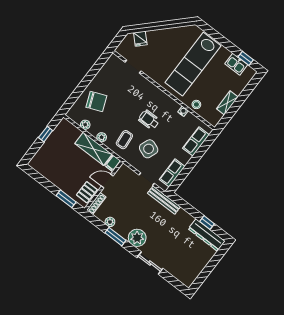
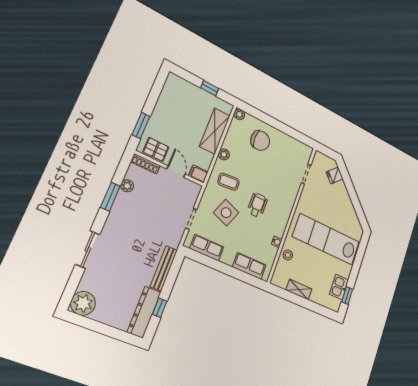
chair: (96, 101) -> (260, 141), turned -68
plant: (85, 125) -> (239, 114), moved
shelving: (93, 149) -> (215, 131), moved
bench: (164, 200) -> (164, 268), moved
plant: (137, 238) -> (83, 303), moved

